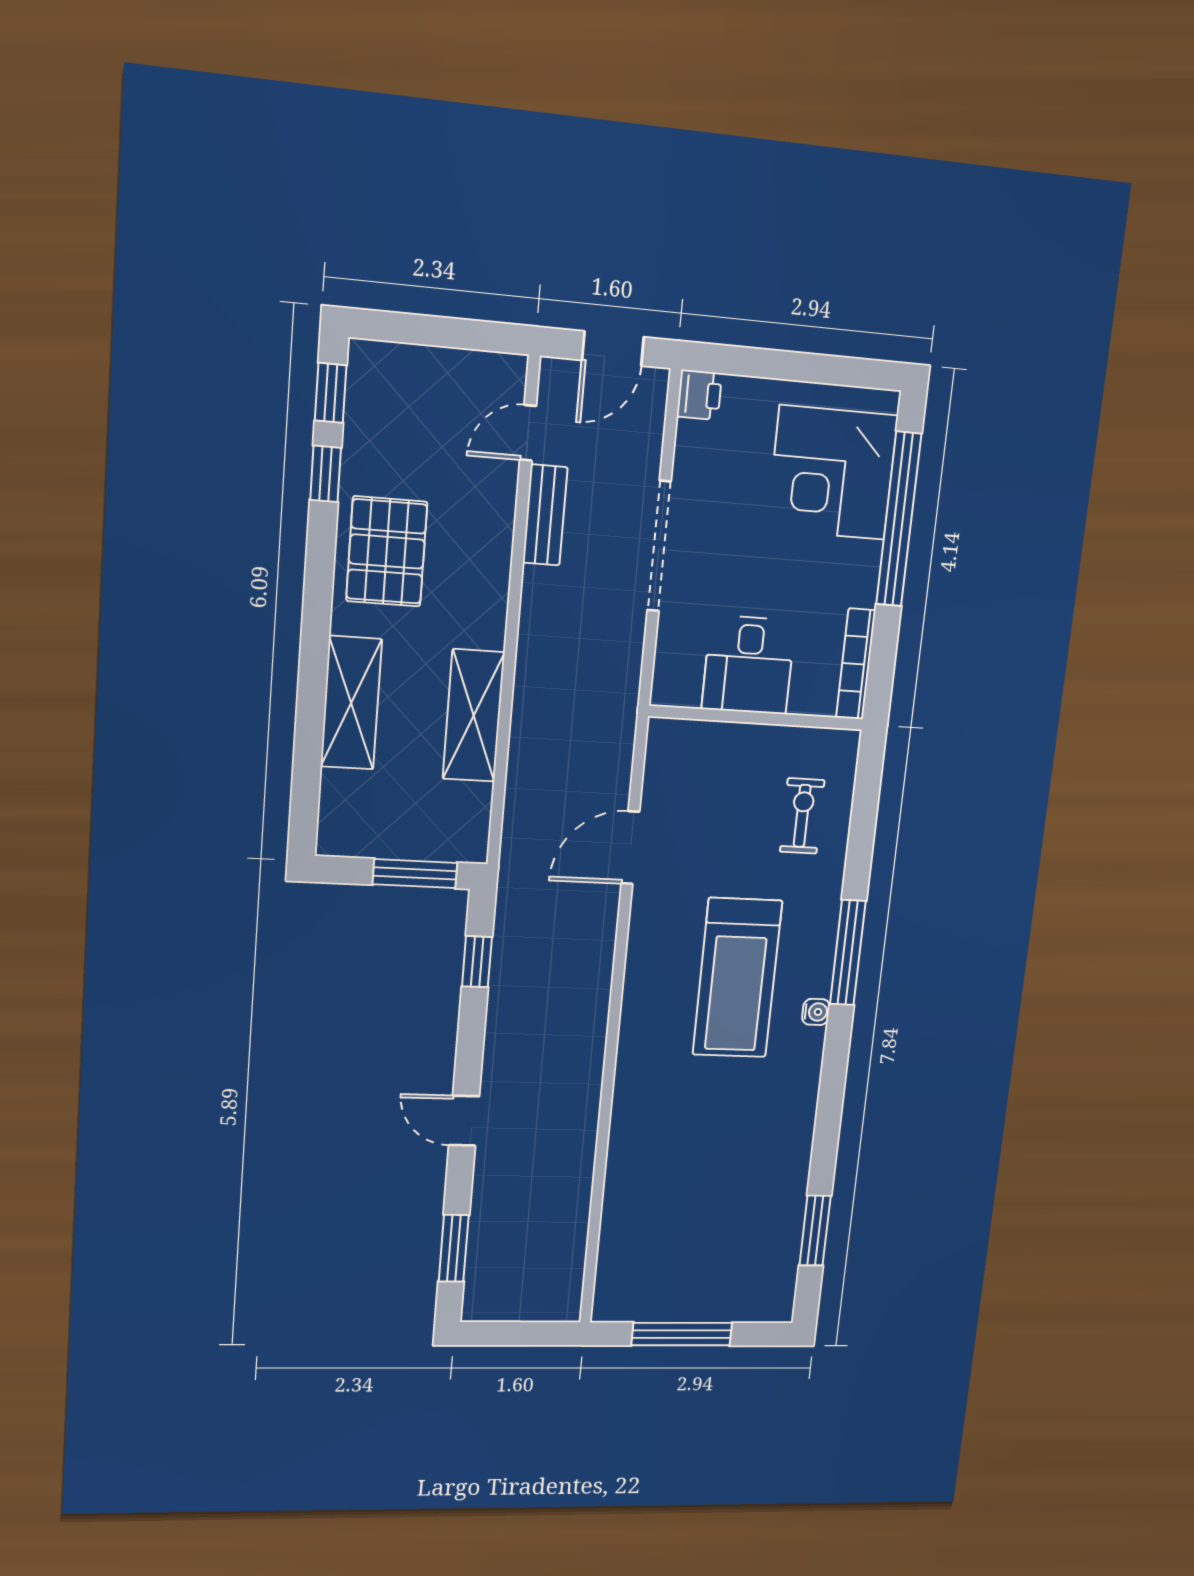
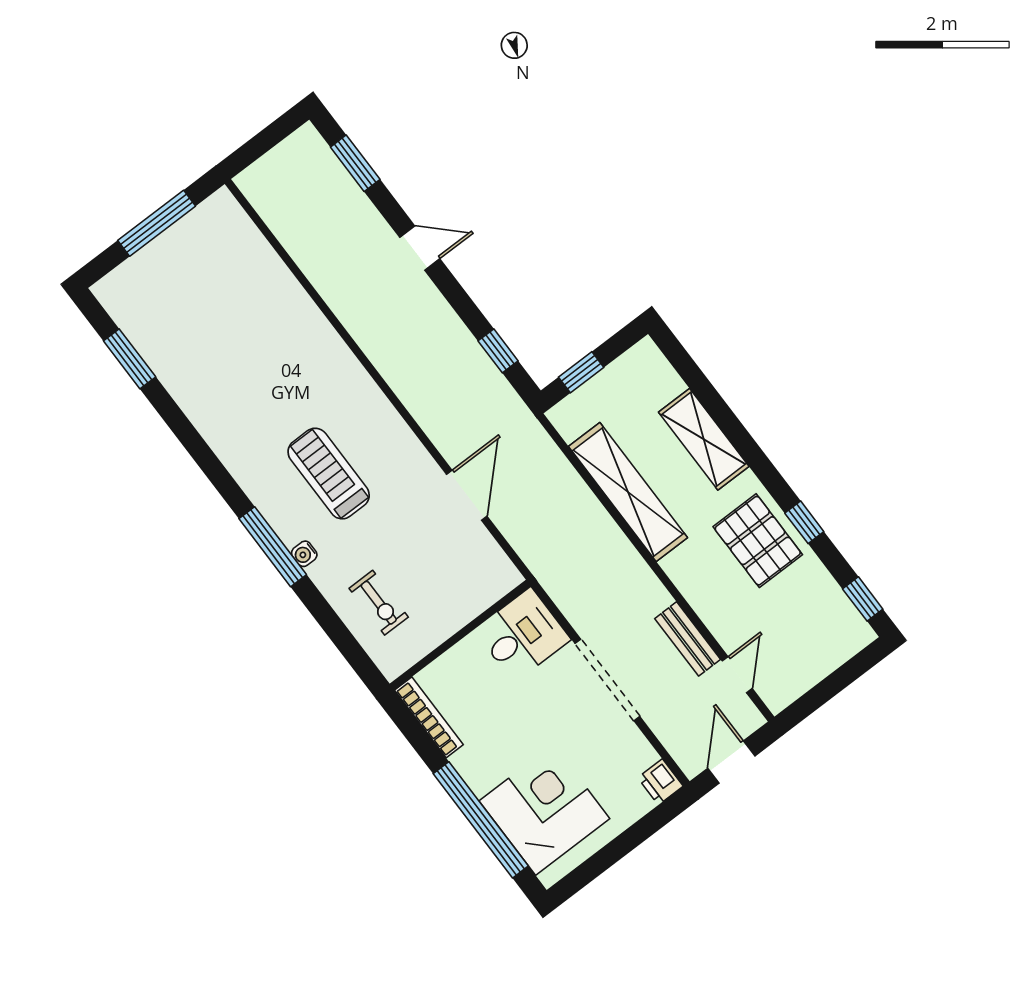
window: (326, 474) -> (804, 522), moved
desk: (748, 665) -> (522, 635), moved, turned 90
shelving: (474, 716) -> (628, 492), width x1.47
window: (415, 874) -> (581, 372), width x0.67
treadmill: (737, 978) -> (329, 474), width x0.73, depth x0.73
water cooler: (816, 1012) -> (304, 554), moved

